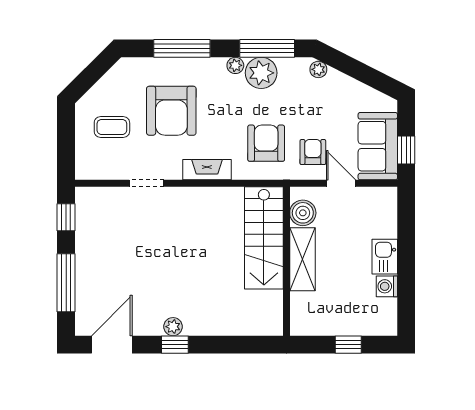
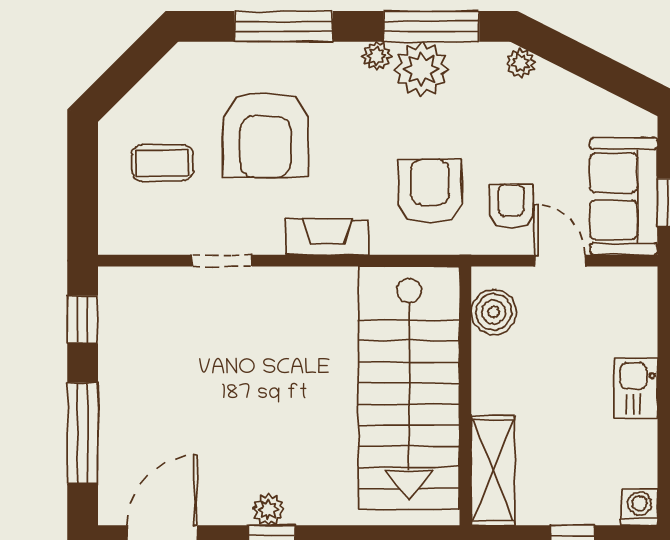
stairs: (264, 238) -> (409, 388), width x1.36, depth x1.51
shelving: (302, 259) -> (493, 470), moved
washing machine: (387, 286) -> (639, 507), moved, turned 90

